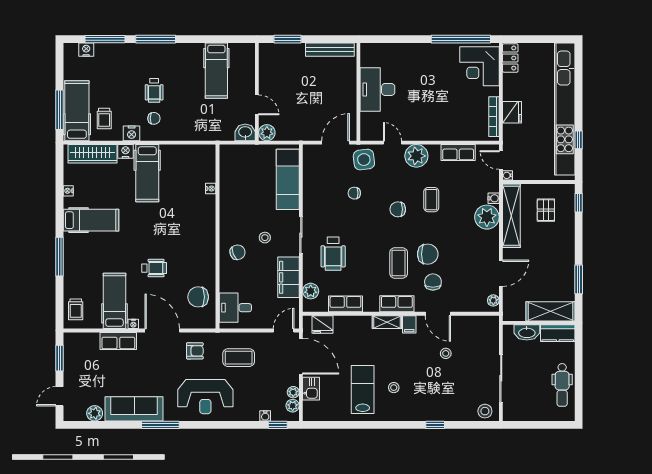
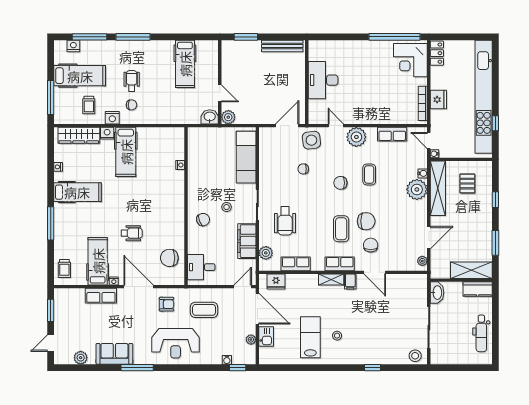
wheelchair: (154, 90) -> (132, 81), turned 180
hospital bed: (77, 111) -> (80, 76), moved, turned 90
window: (579, 203) -> (495, 200), moved
washbasin: (527, 332) -> (437, 293), moved, turned -90
stool: (446, 353) -> (382, 306), removed
plant: (293, 406) -> (250, 351), removed
sofa: (134, 409) -> (114, 354), width x0.73

